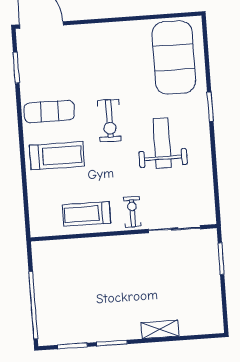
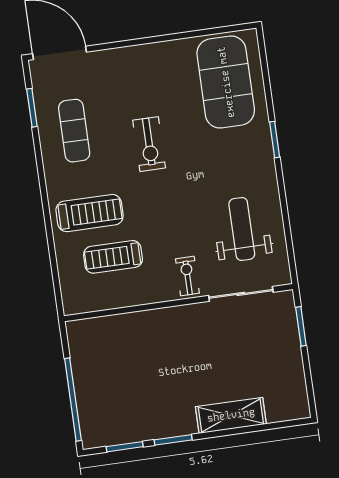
exercise mat: (49, 112) -> (74, 131), moved, turned 90
exercise bike: (109, 121) -> (149, 144), moved
weight bench: (162, 143) -> (242, 229), moved
treadmill: (86, 214) -> (113, 257), moved
shelving: (160, 329) -> (231, 415), width x1.50, depth x1.33

